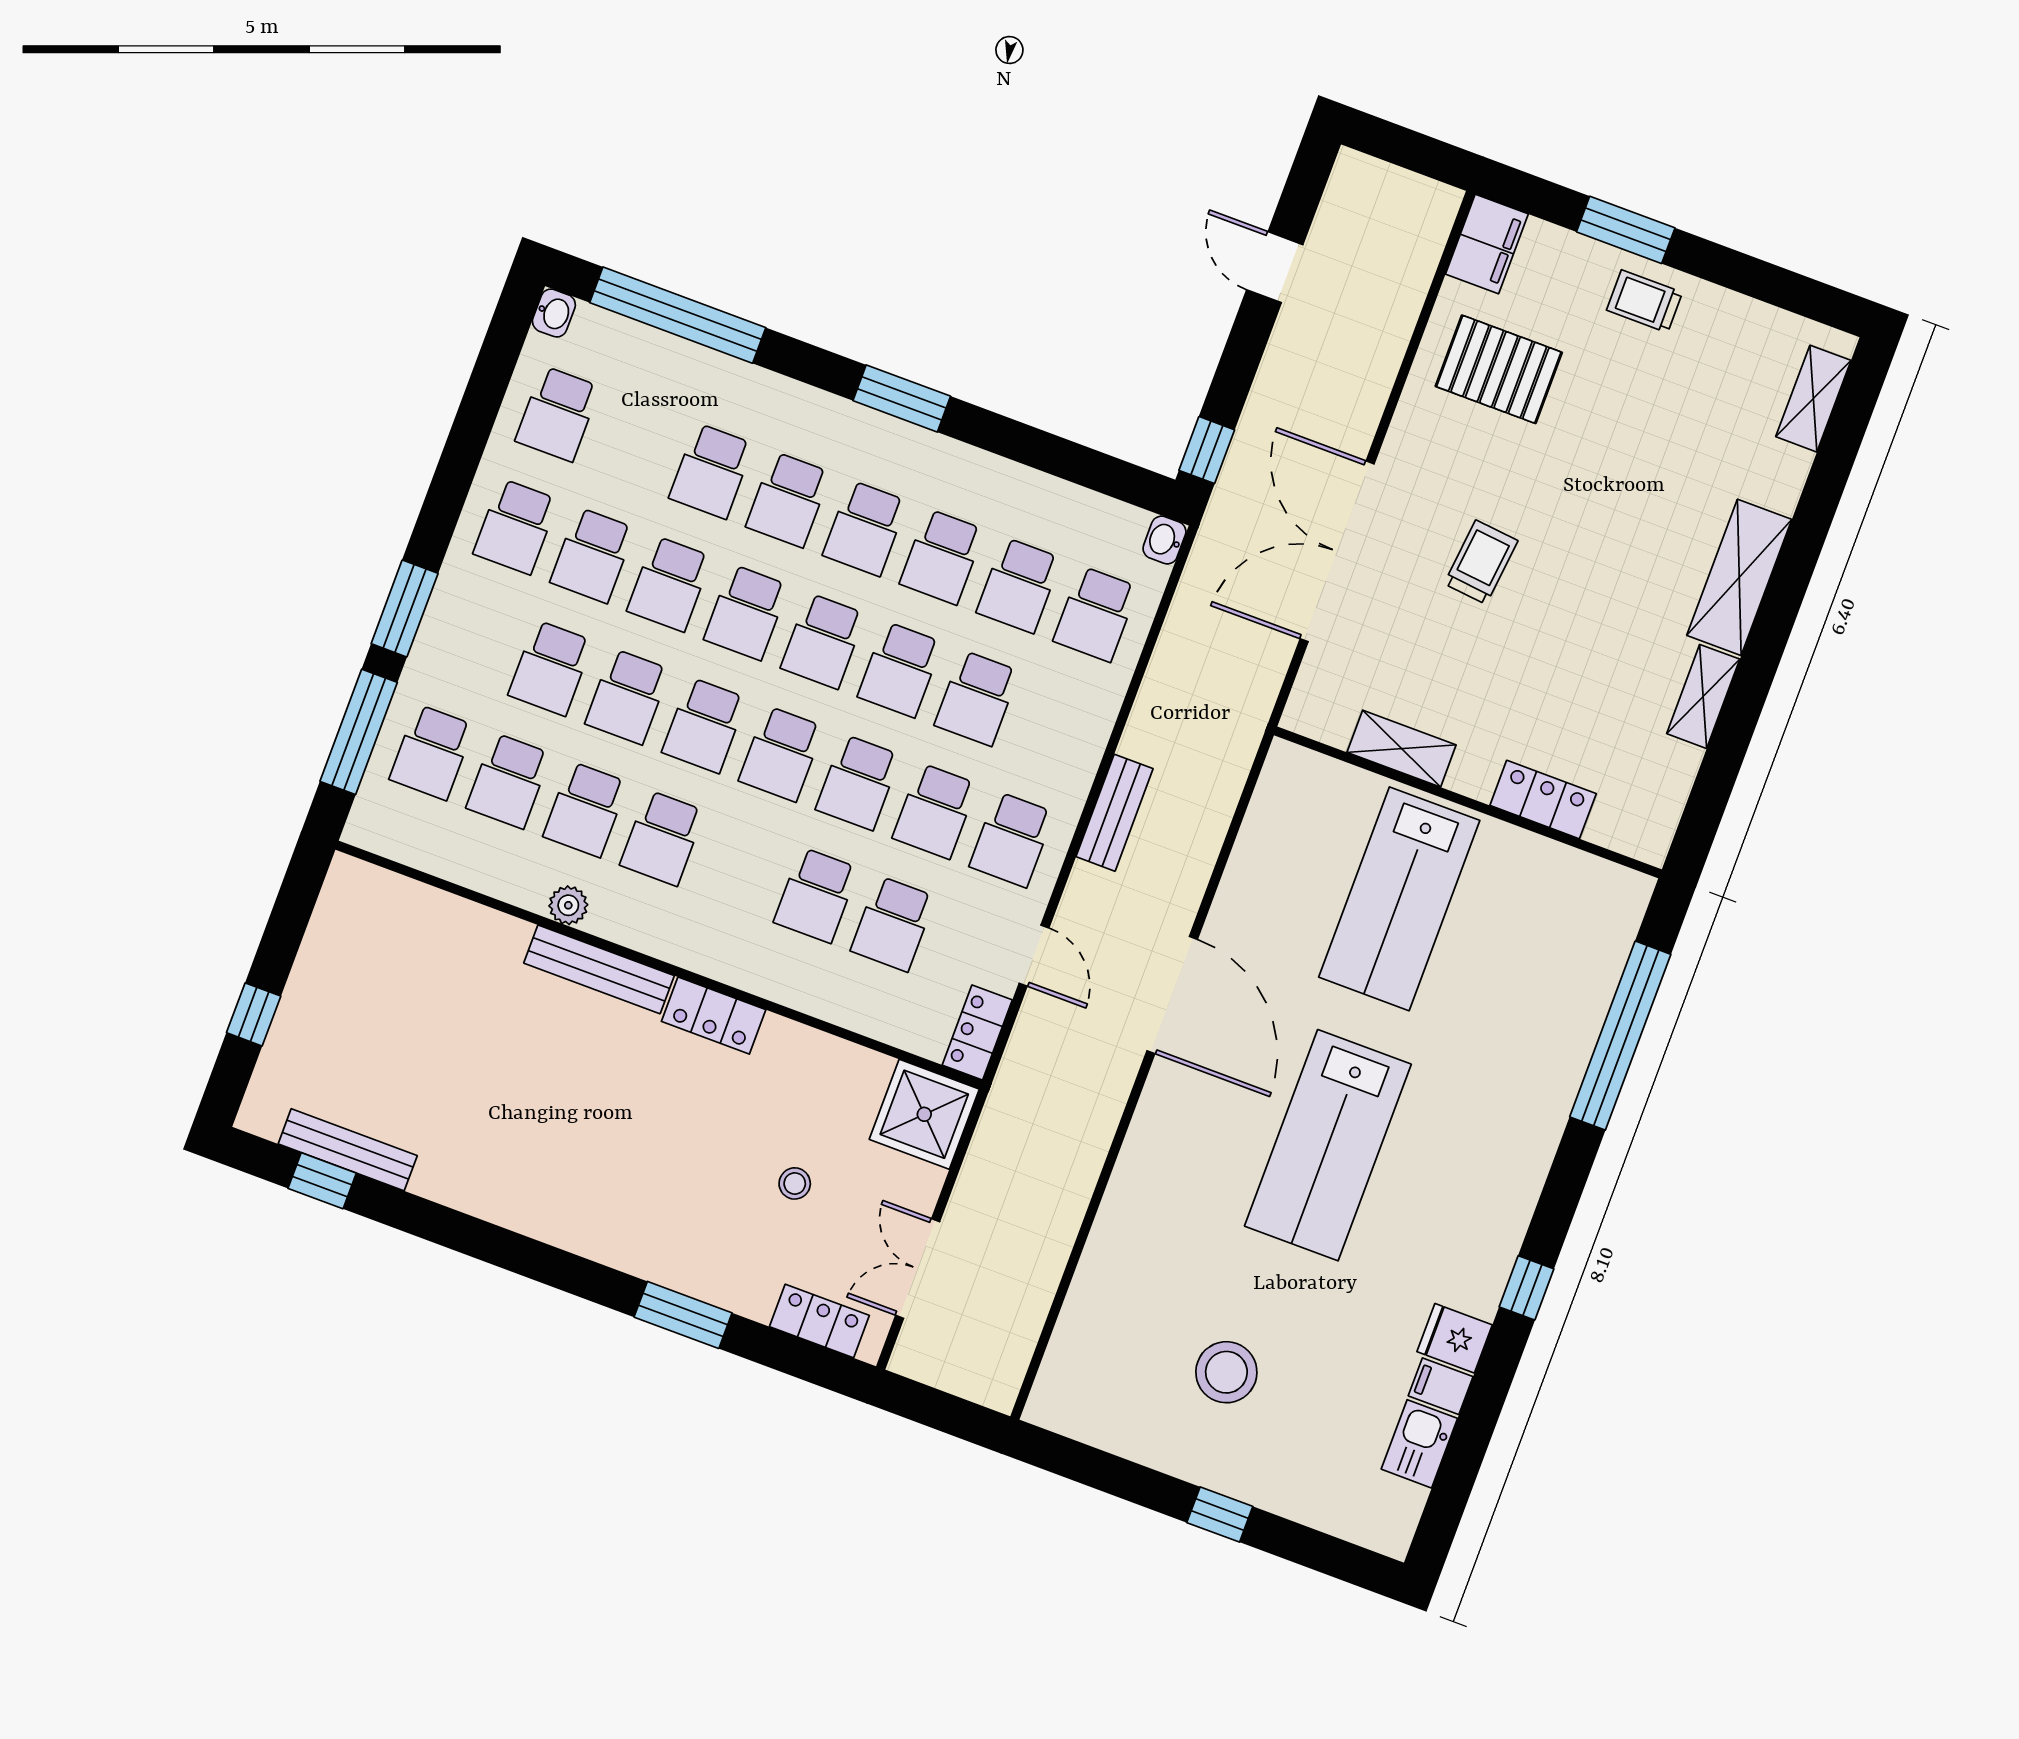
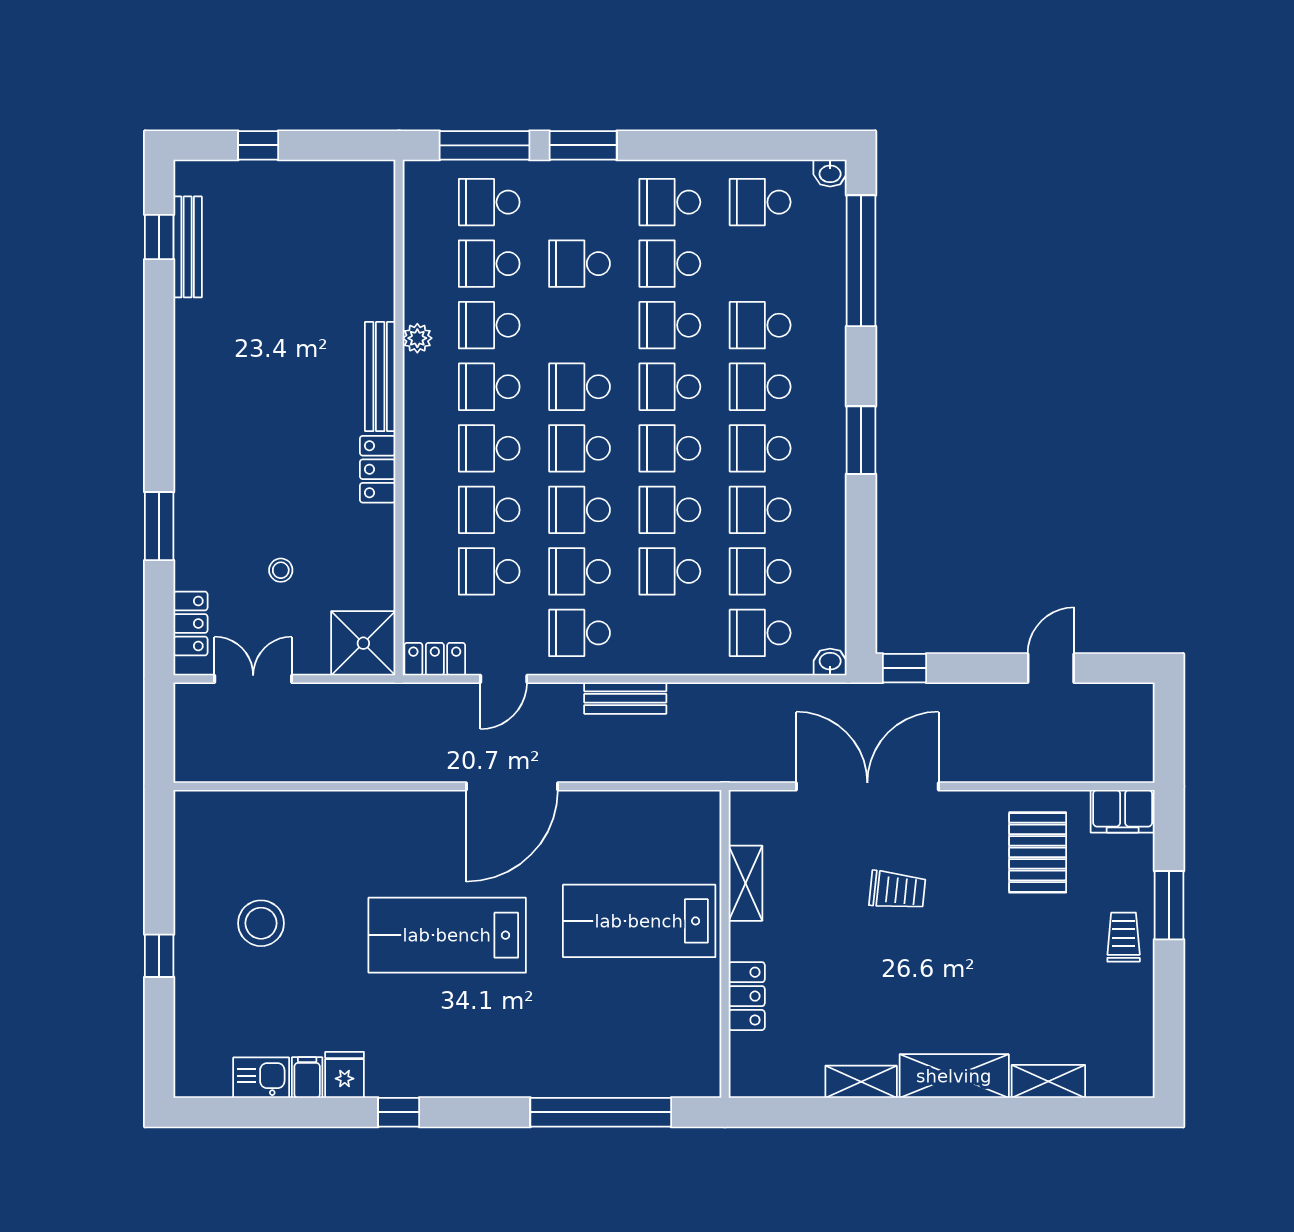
shelving: (1813, 399) -> (1048, 1081), moved
school desk: (627, 697) -> (489, 448), moved

